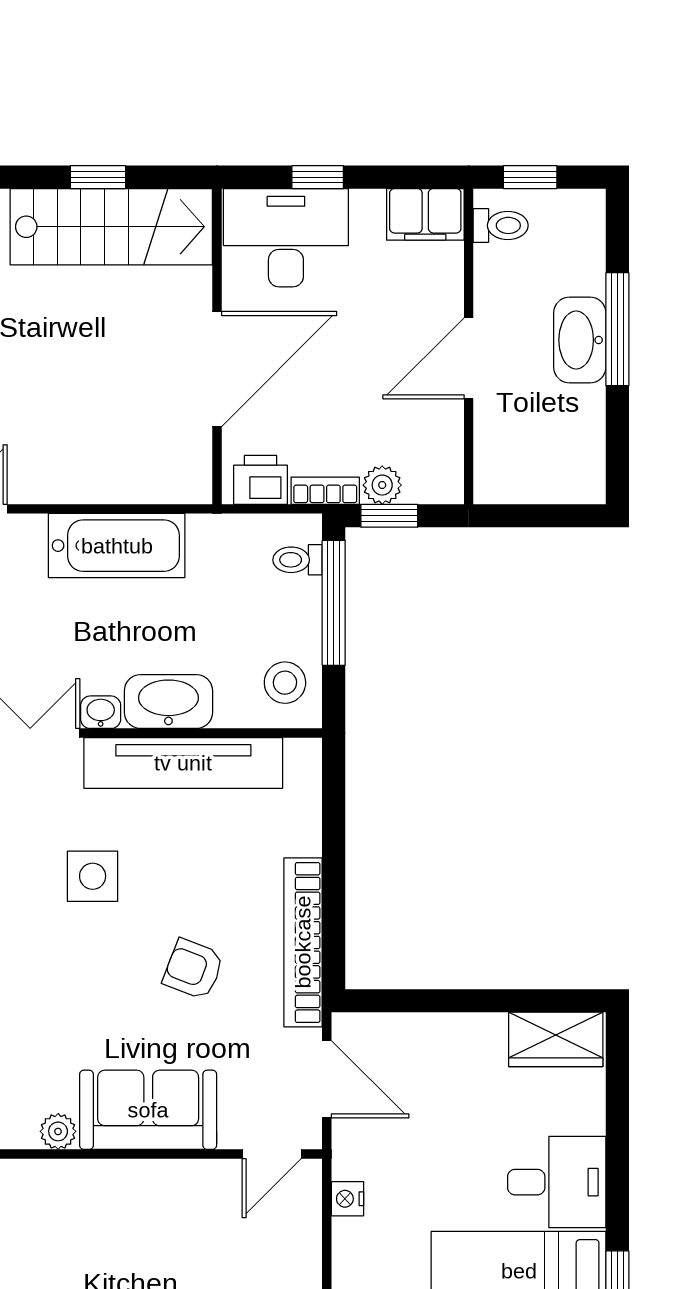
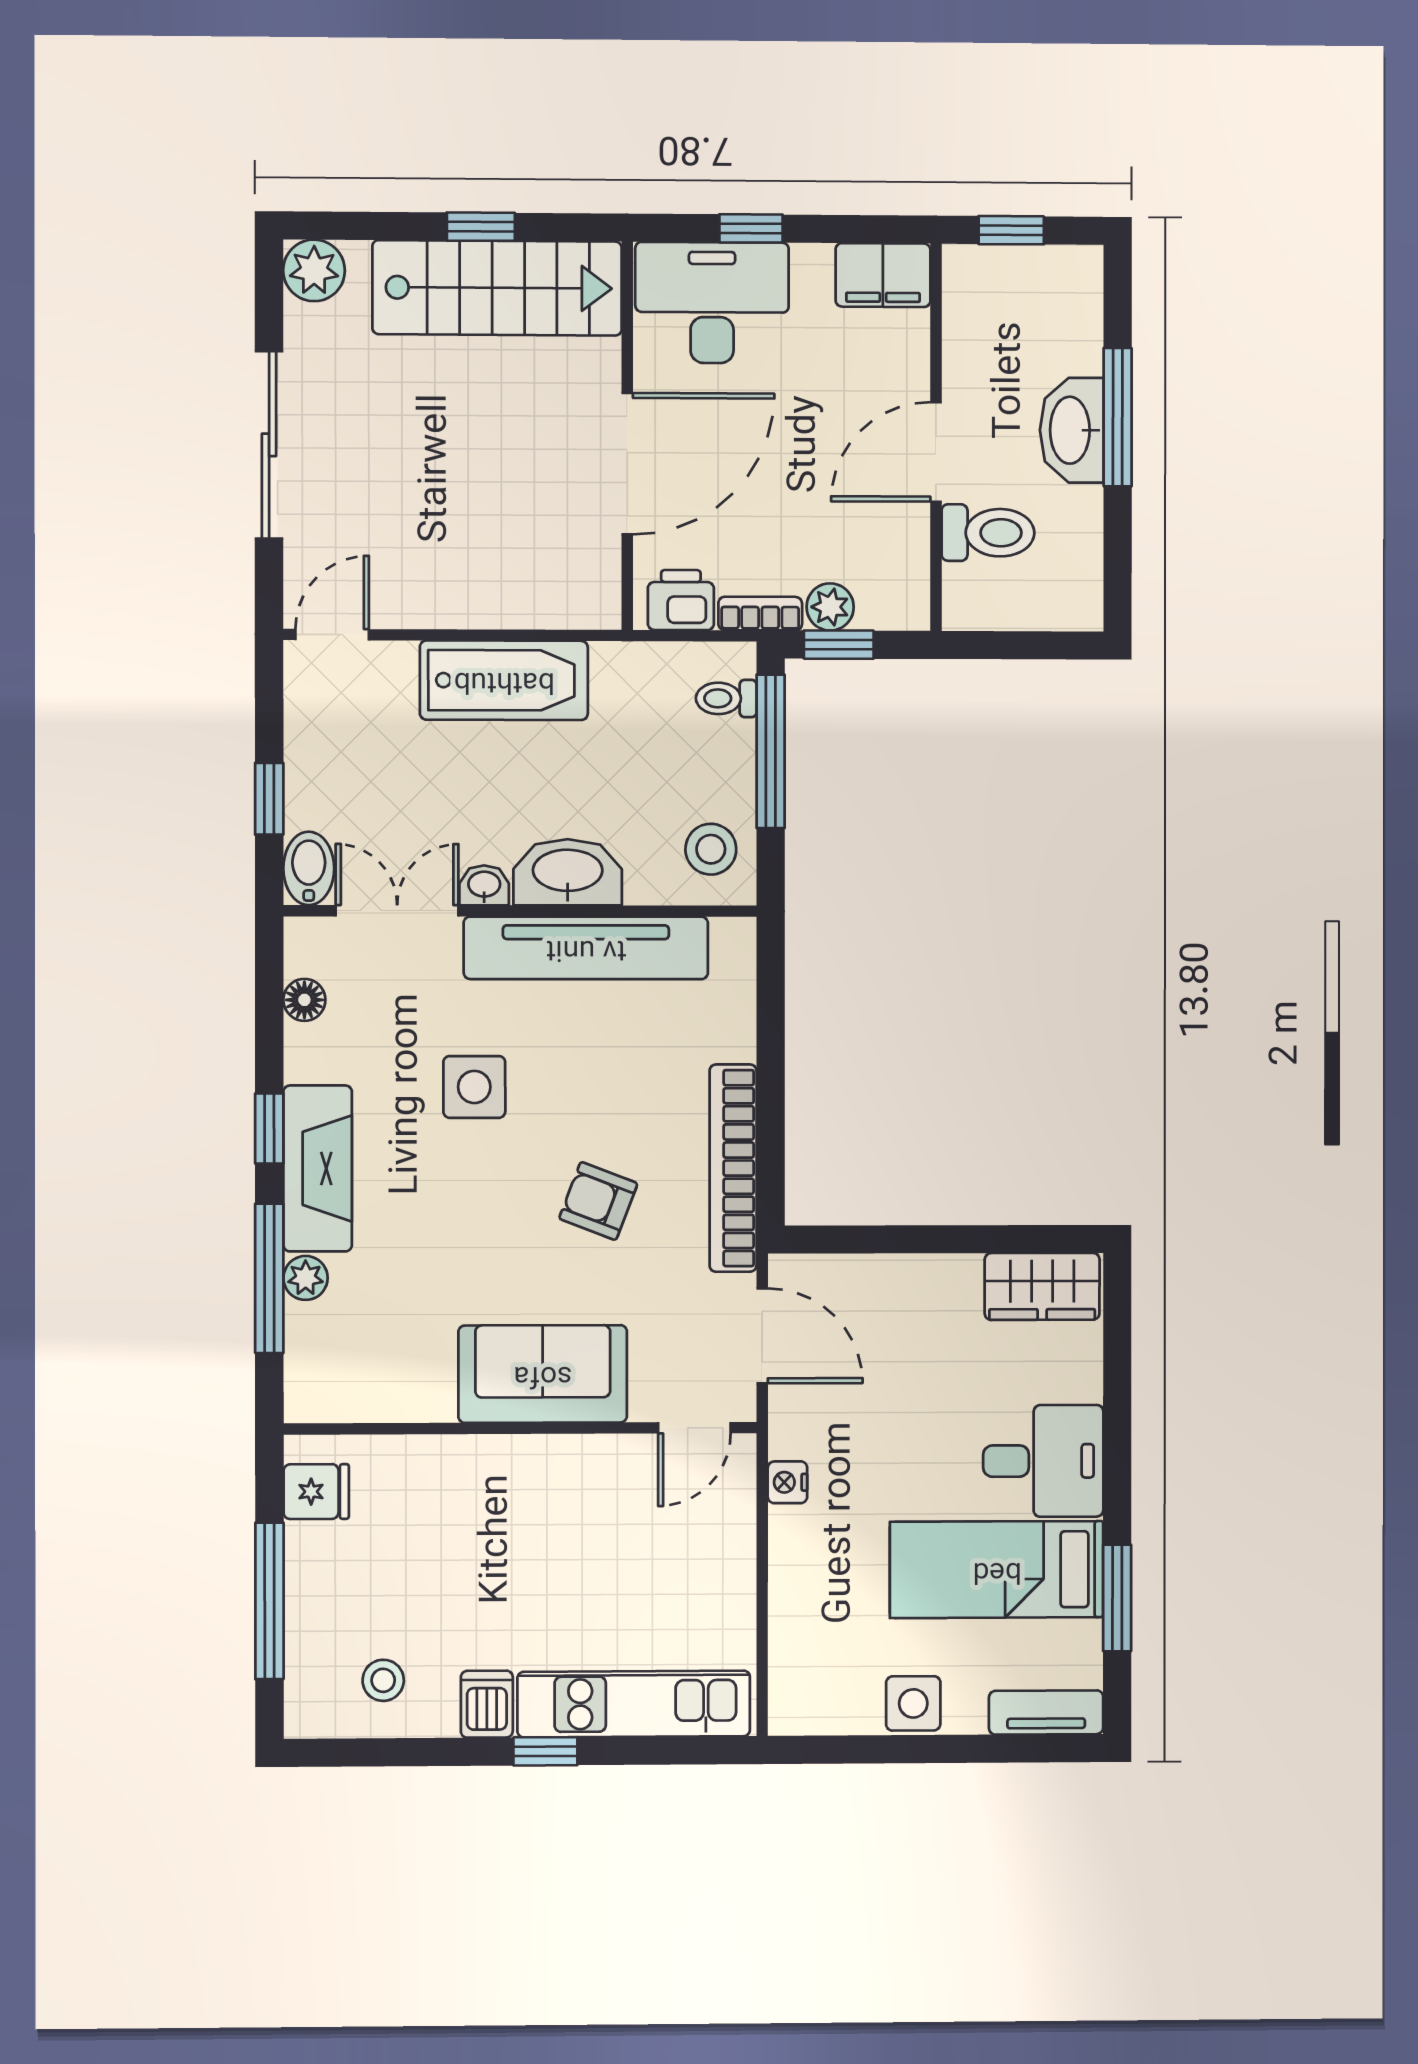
toilet: (501, 225) -> (988, 533), moved, width x1.37, depth x1.39
plant: (58, 1131) -> (432, 1401), removed

